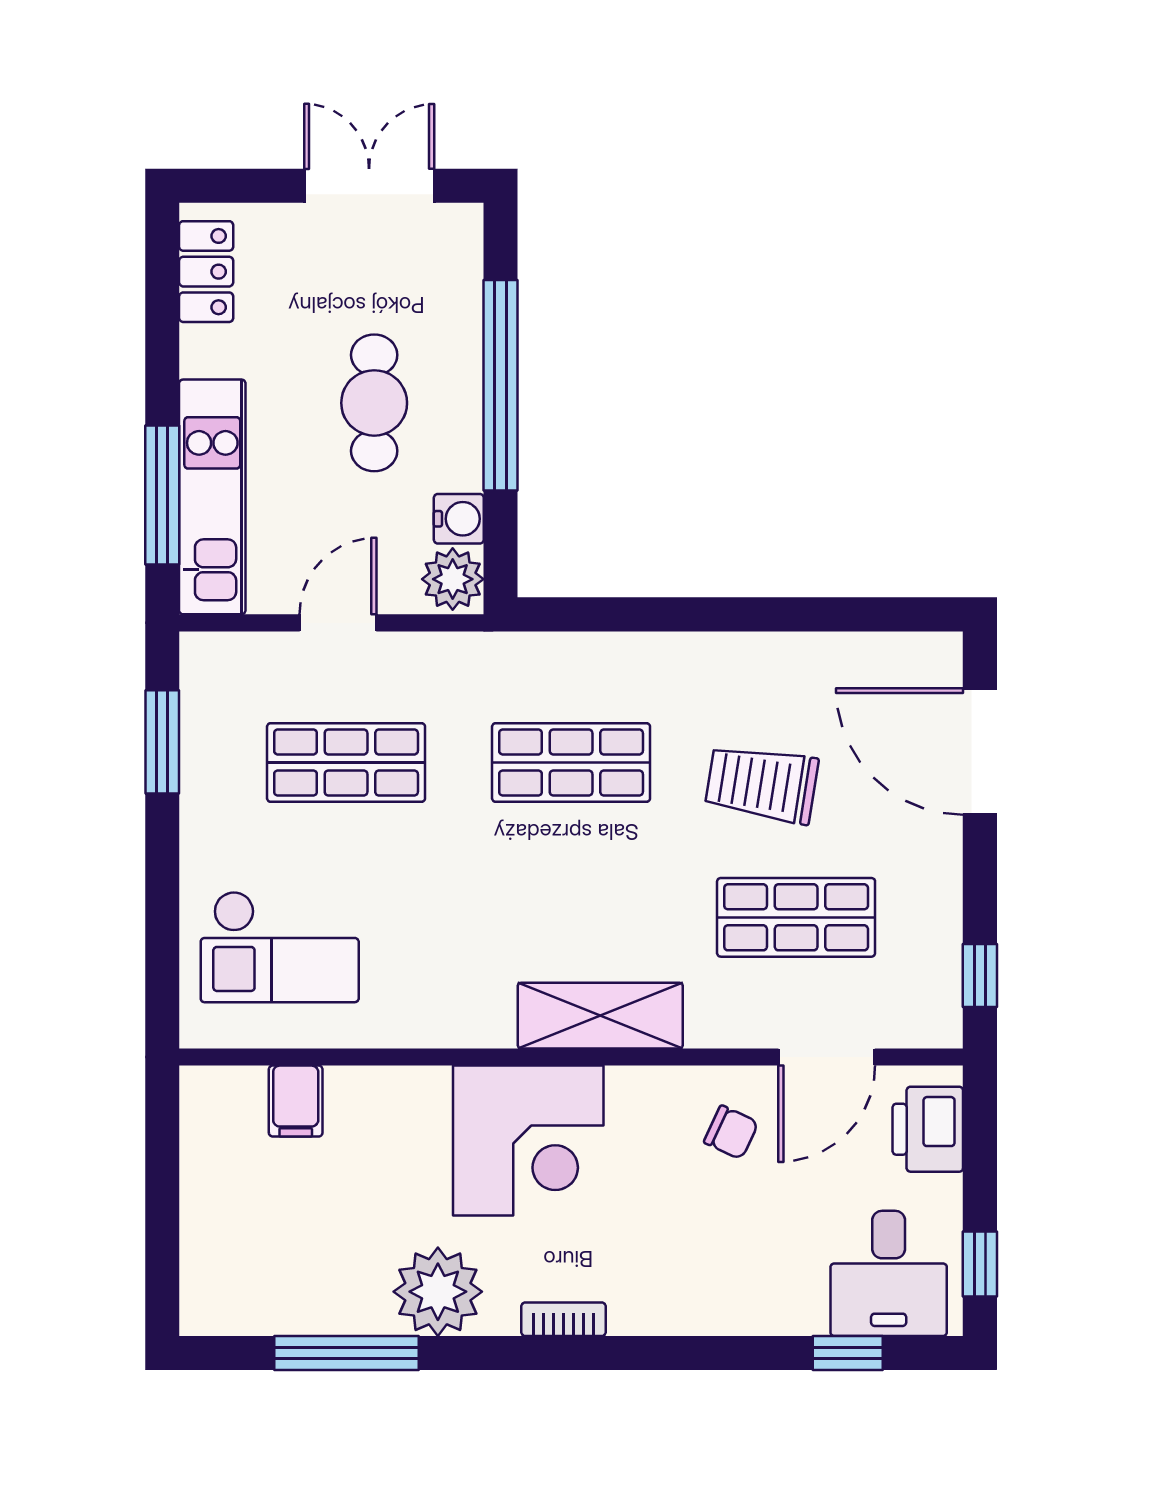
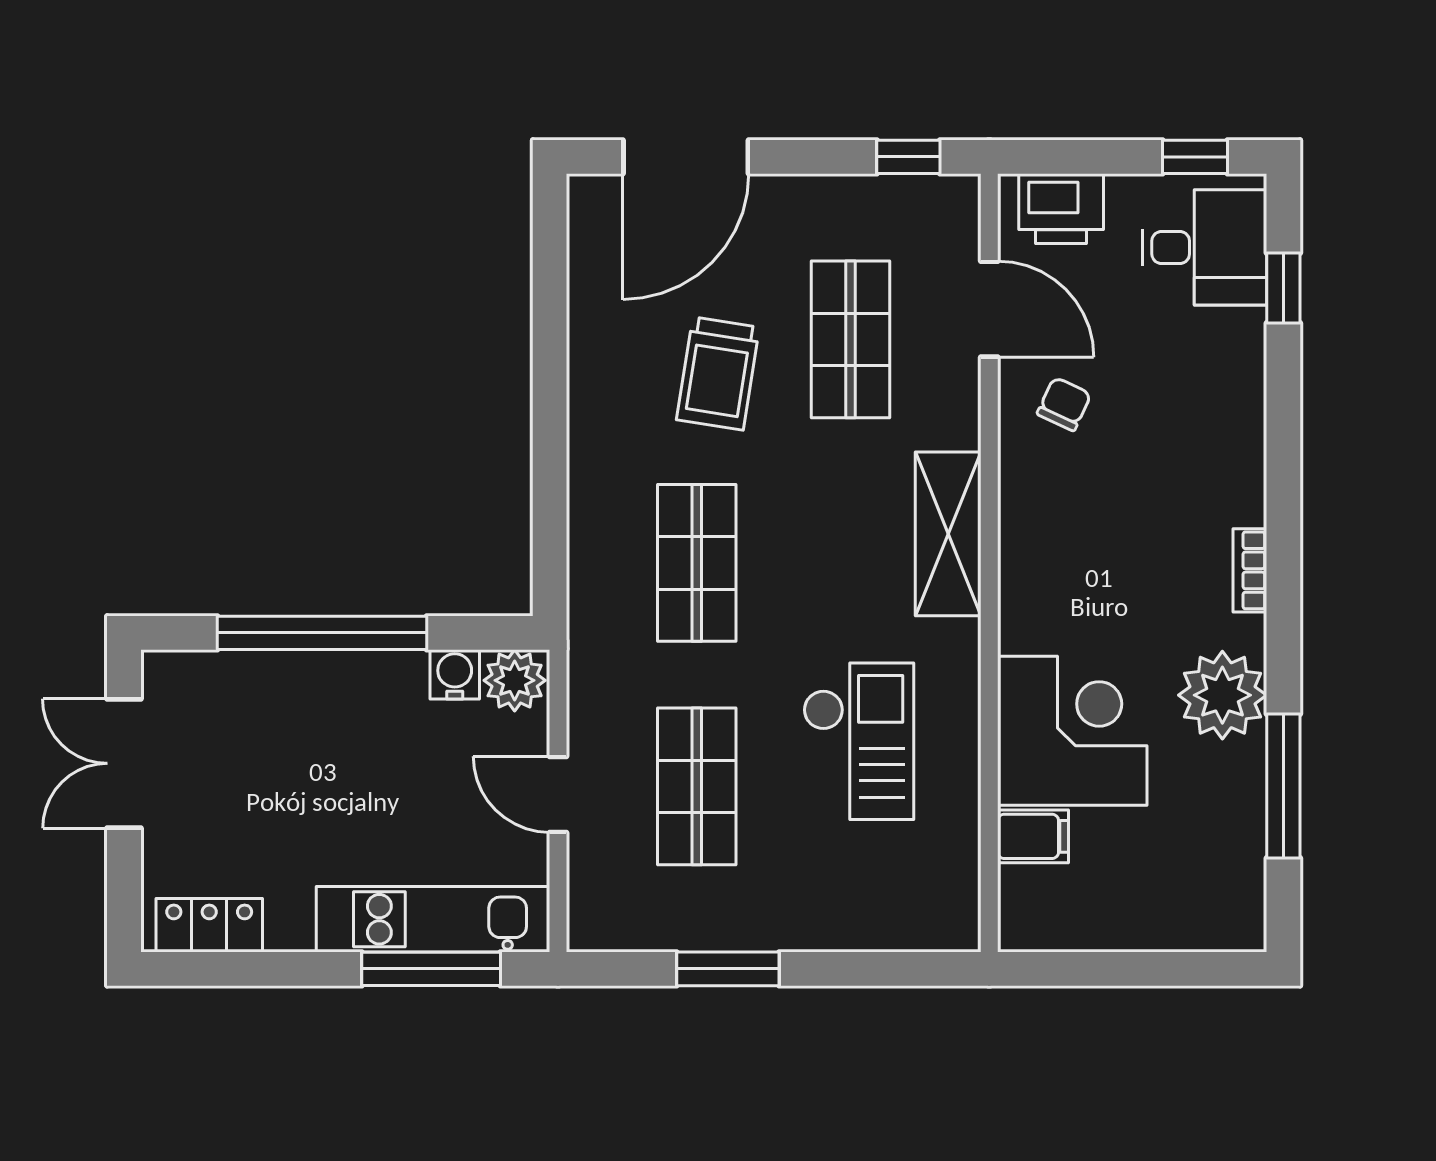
cafe table: (374, 403) -> (340, 758), removed
window: (162, 742) -> (728, 969), moved
checkout: (280, 947) -> (859, 741), moved
corner desk: (528, 1141) -> (1072, 731), moved

